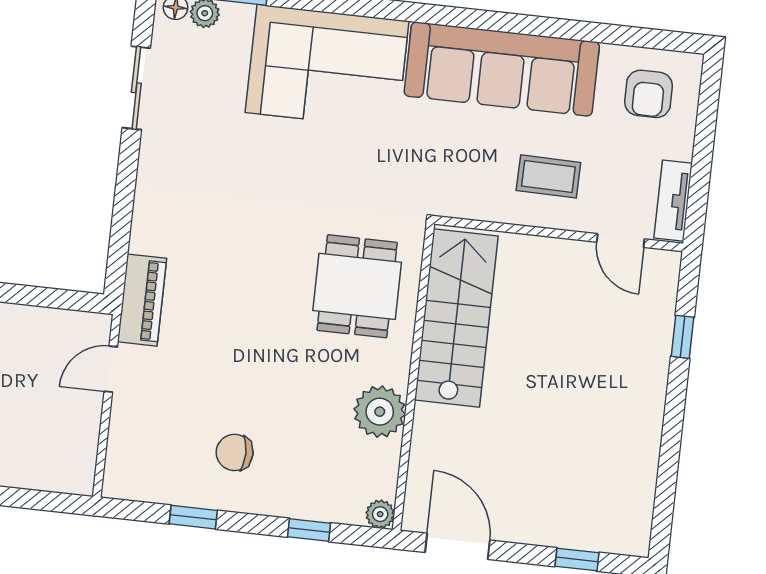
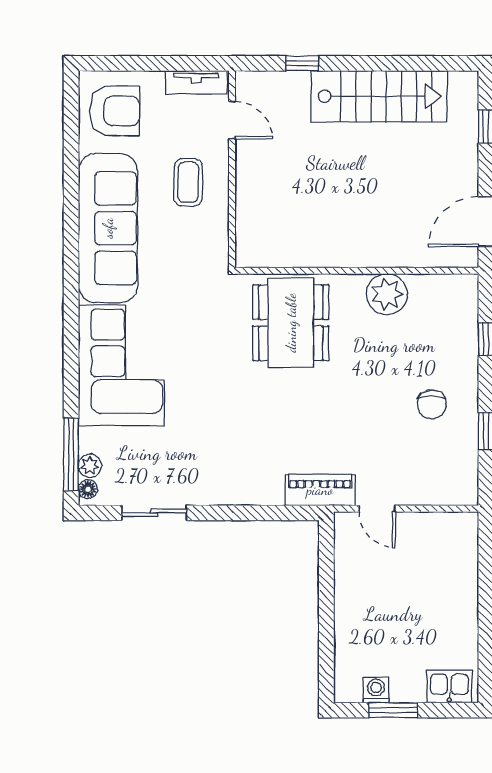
armchair: (648, 94) -> (115, 111), width x1.38, depth x1.38
door: (621, 241) -> (232, 120), hinge flipped
dining table: (357, 286) -> (291, 323), width x1.38
stairs: (456, 318) -> (379, 96), moved, turned 180
plant: (380, 514) -> (467, 285), removed

